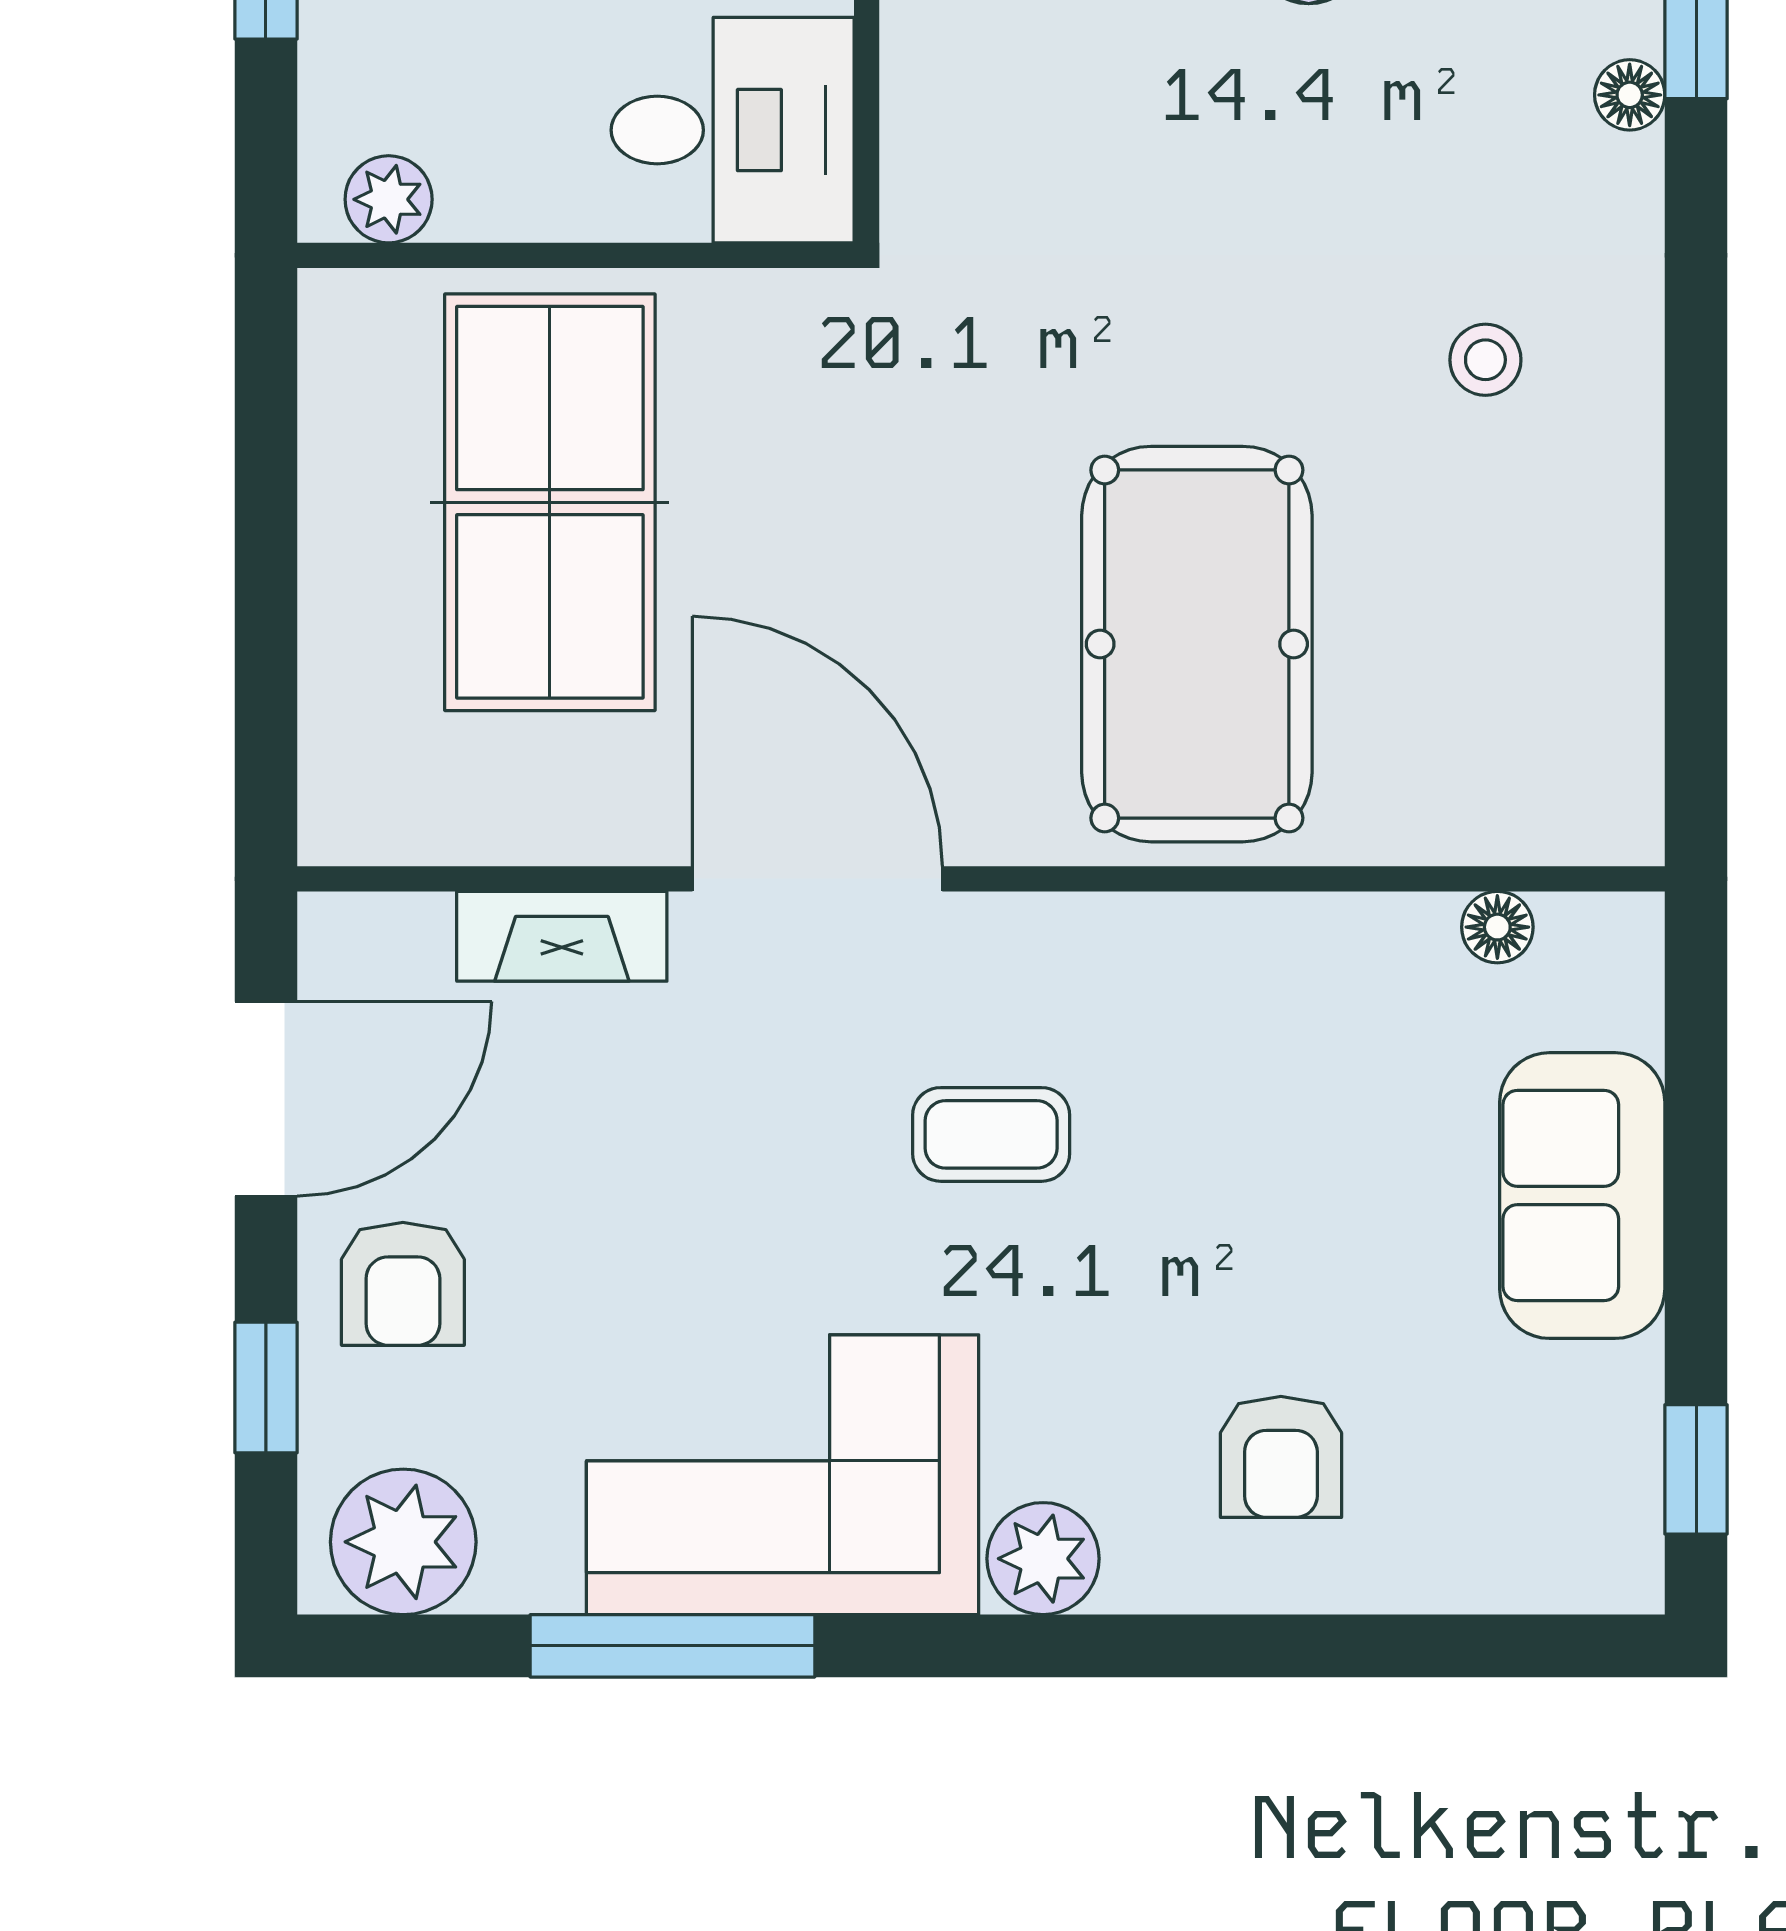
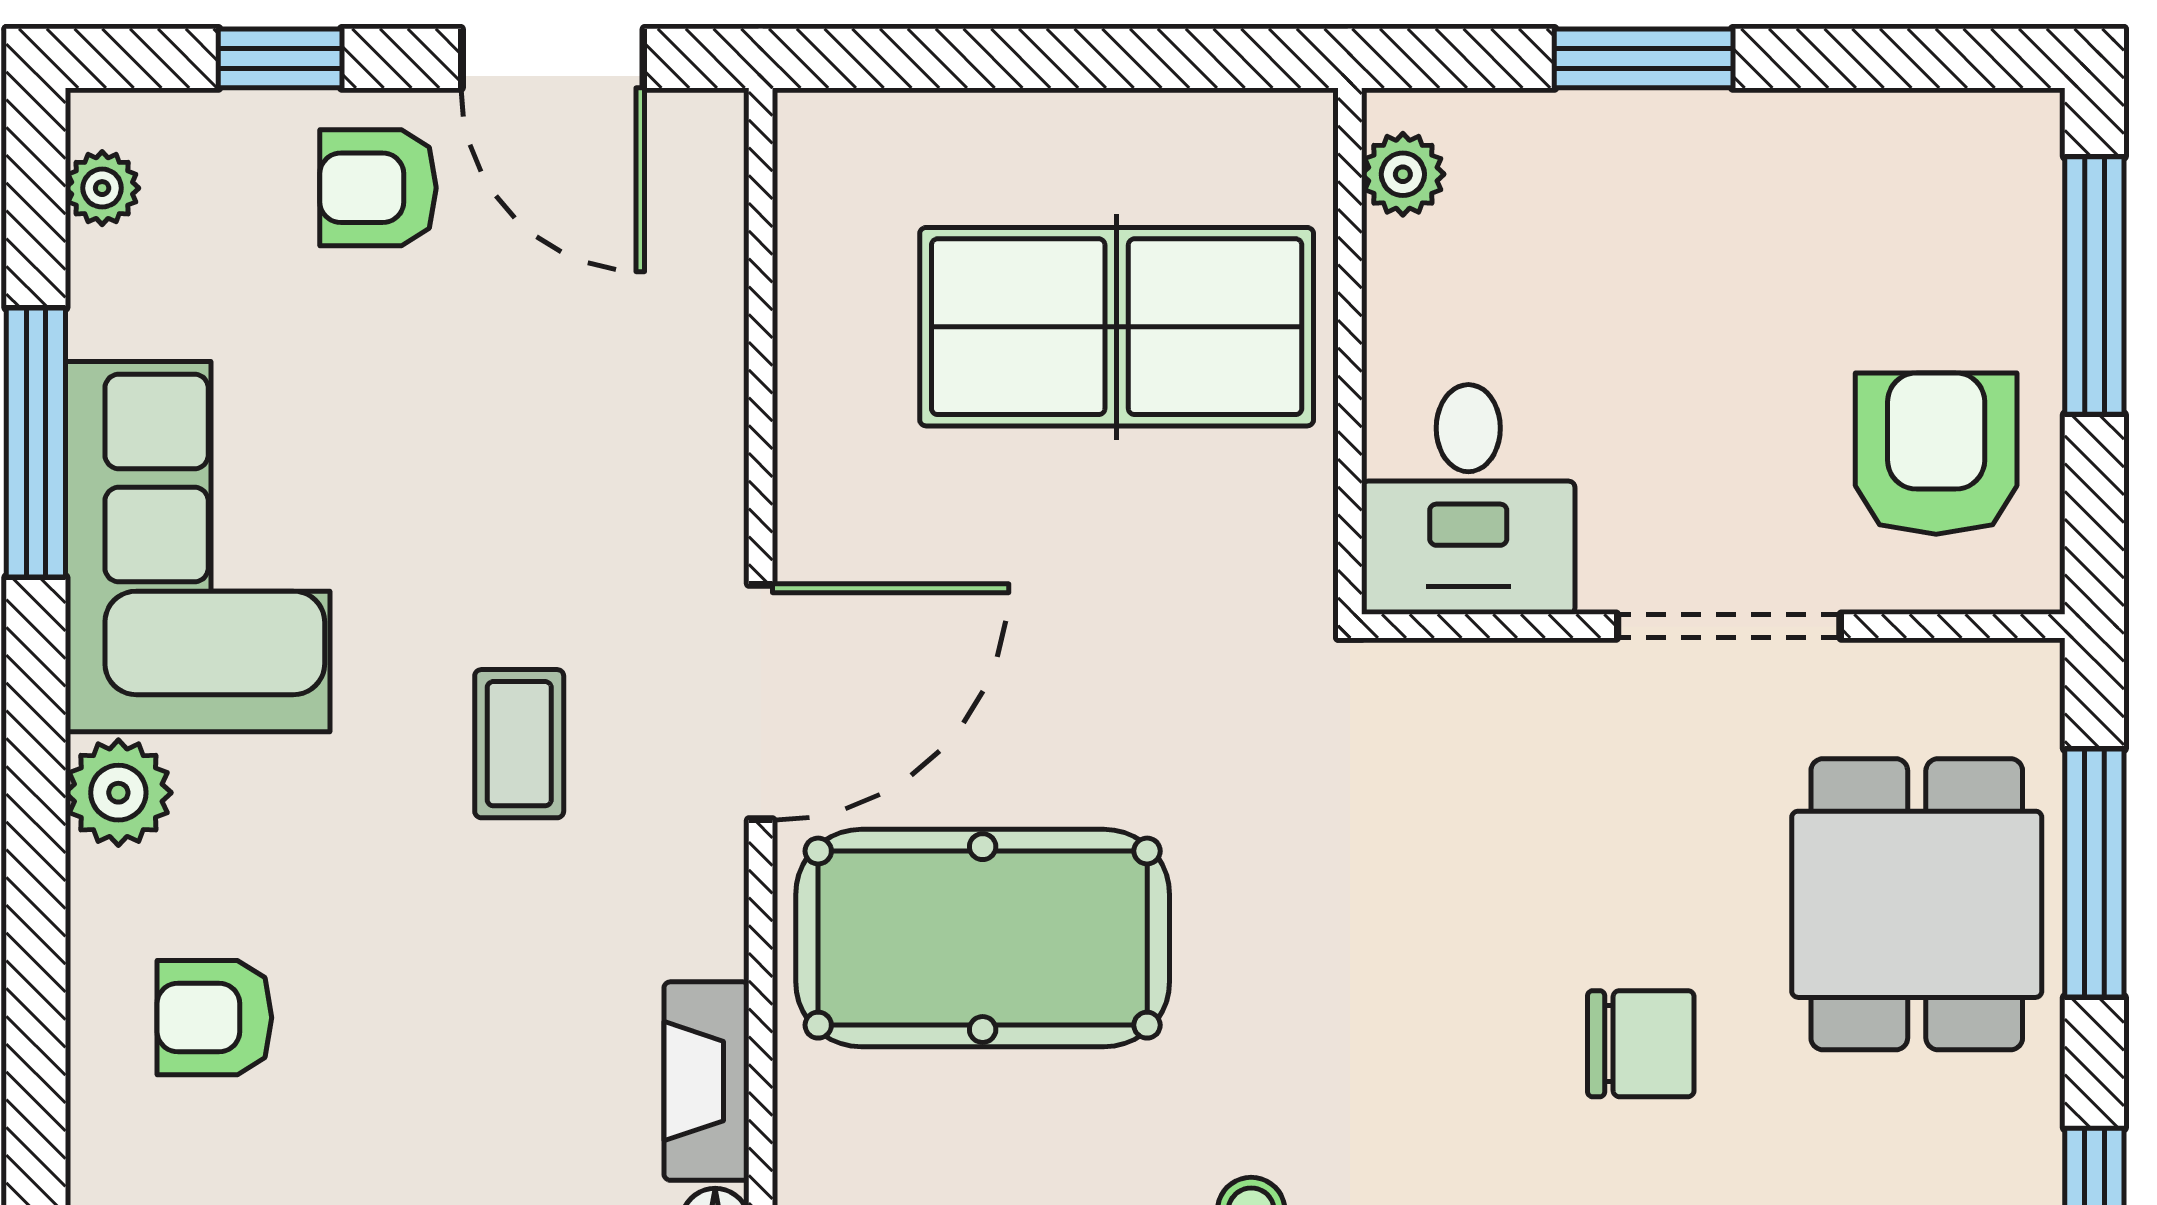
door: (817, 879) -> (761, 702), moved
fireplace: (562, 936) -> (706, 1081), moved
plant: (403, 1542) -> (102, 188), width x0.53, depth x0.53

